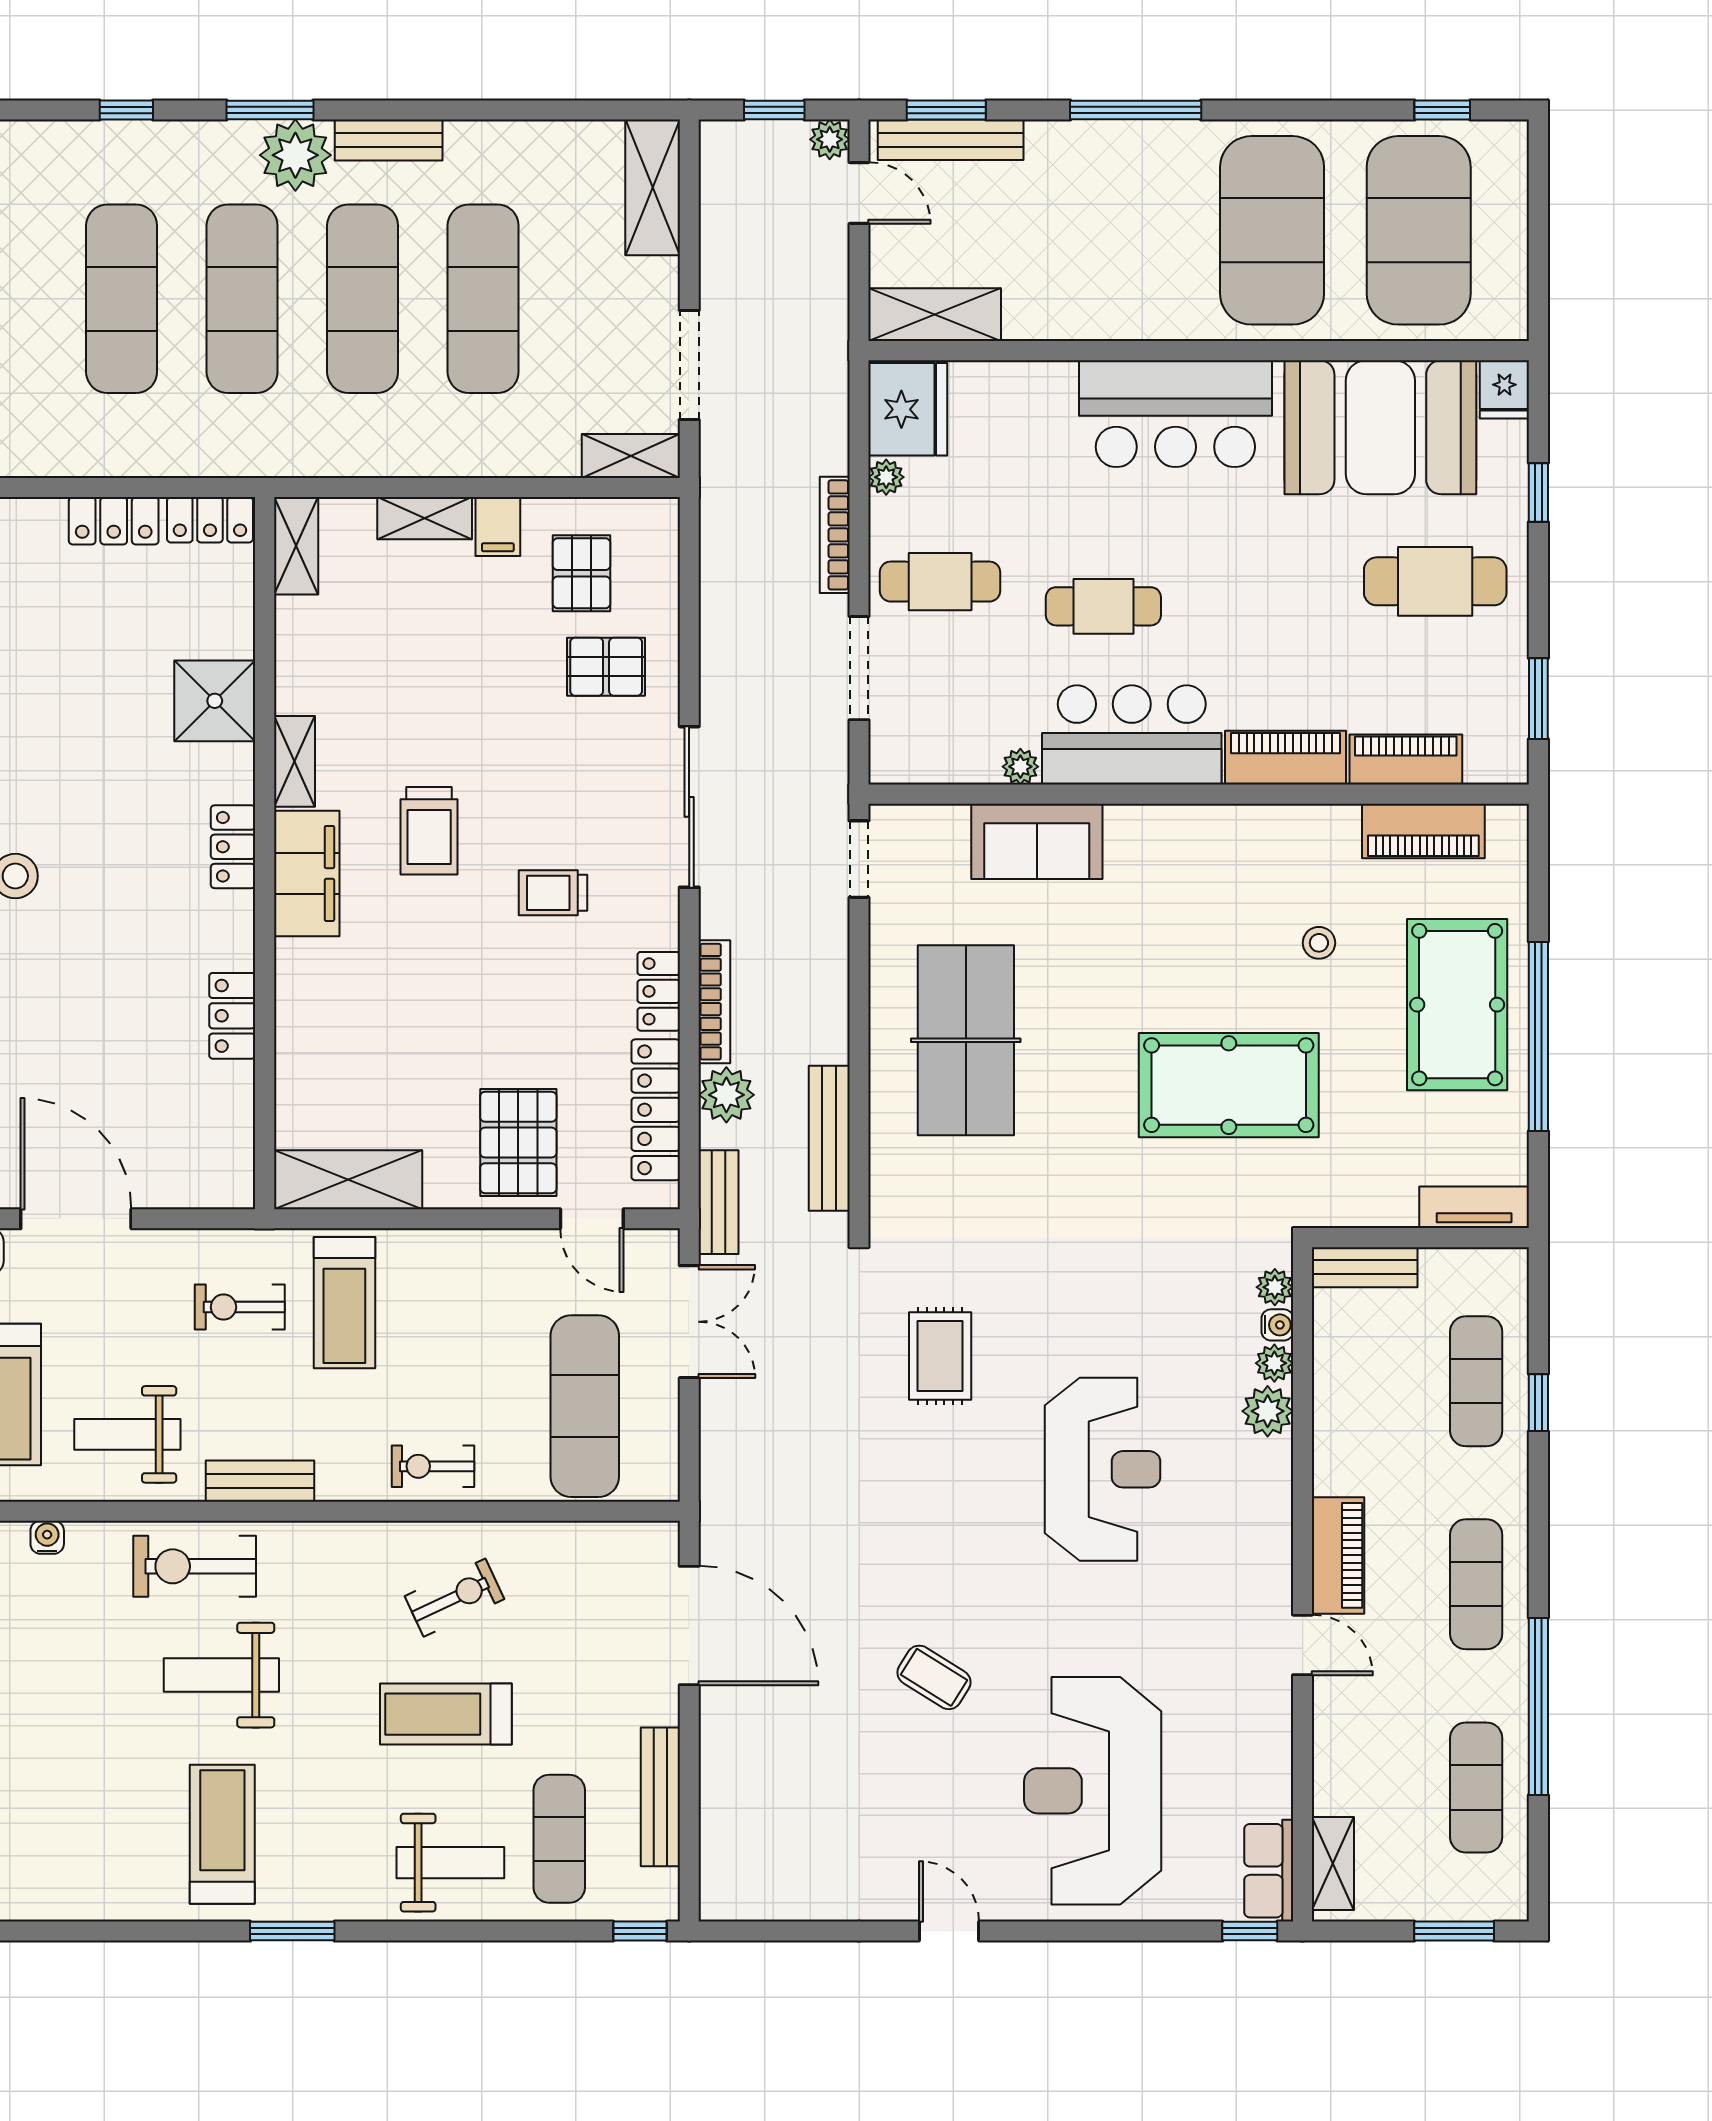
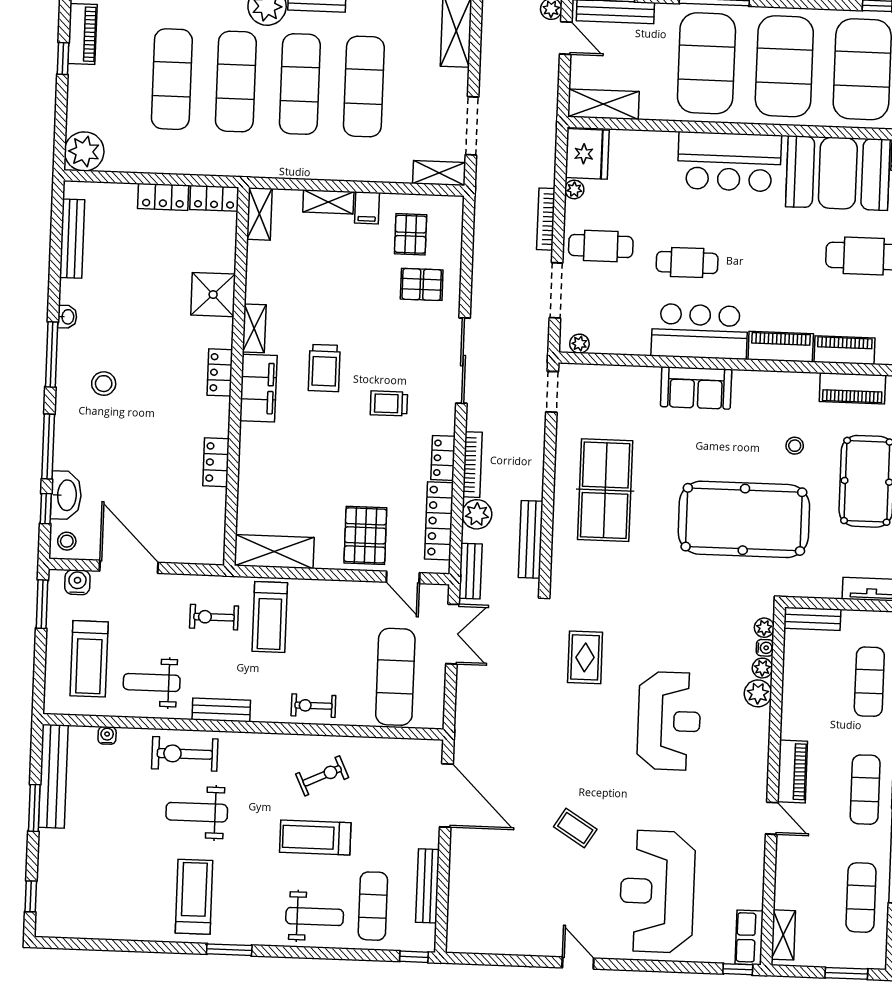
exercise mat: (1125, 230) -> (706, 63), added
plant: (1020, 767) -> (579, 344), moved
sofa: (1037, 841) -> (696, 388), moved
pool table: (1229, 1085) -> (744, 519), width x1.36, depth x1.32

